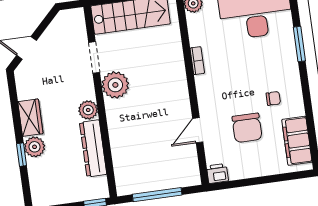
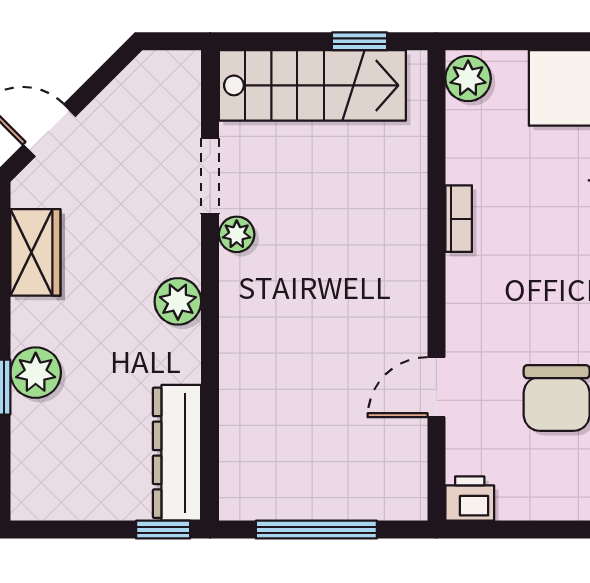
plant: (115, 85) -> (237, 234), width x0.53, depth x0.53
wardrobe: (30, 118) -> (35, 252), moved
dresser: (93, 148) -> (177, 453), moved

